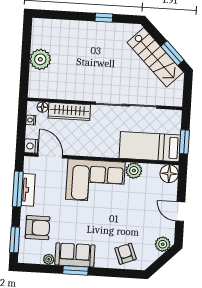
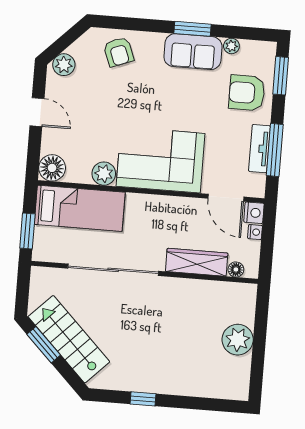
nightstand: (31, 120) -> (255, 232), moved
window: (184, 142) -> (27, 231), moved

